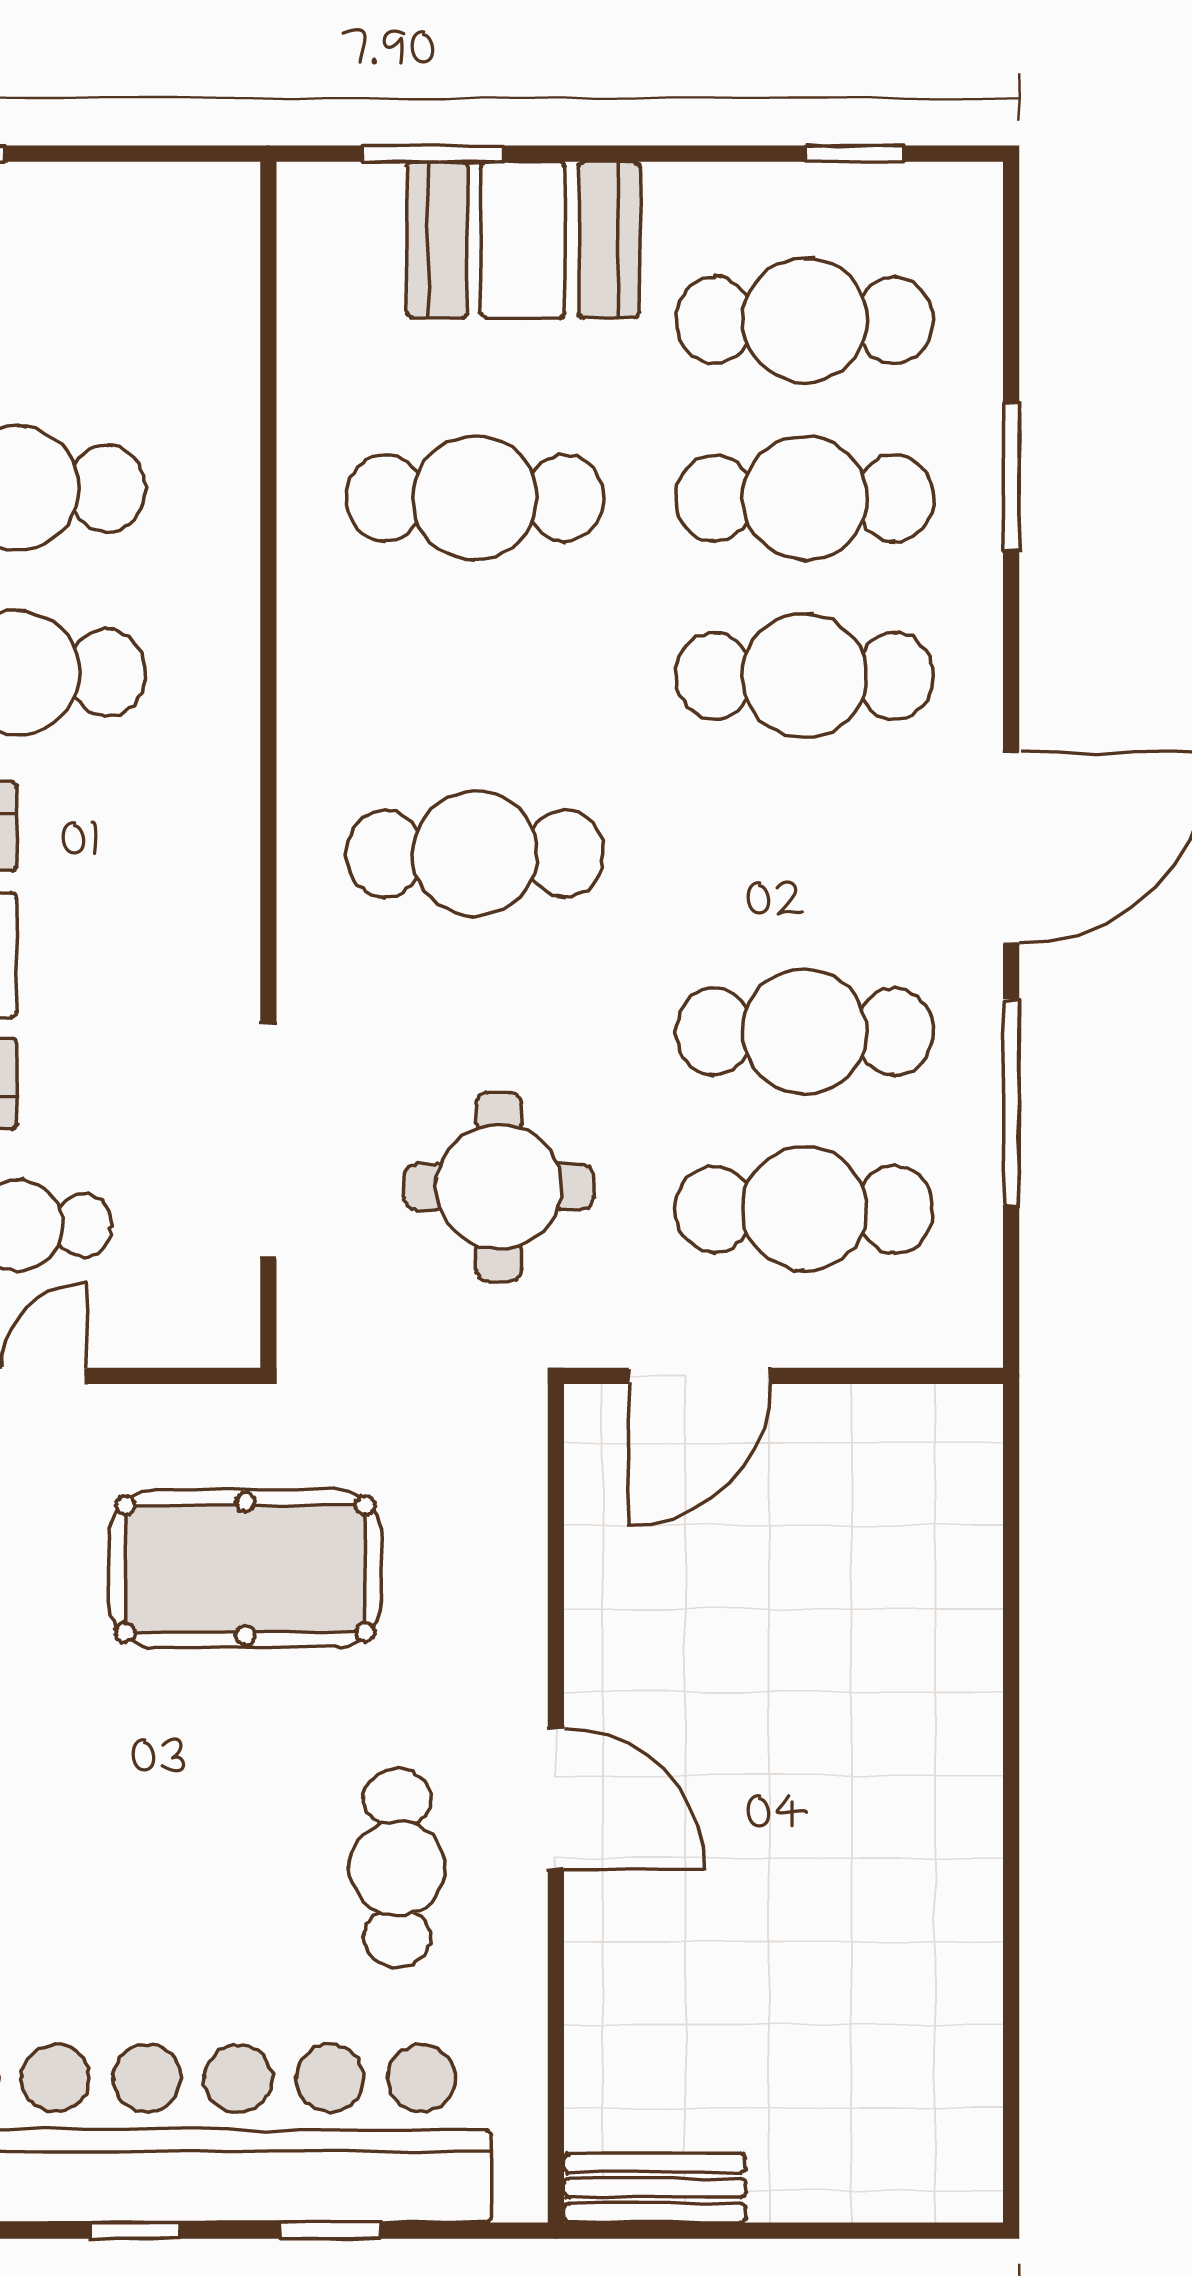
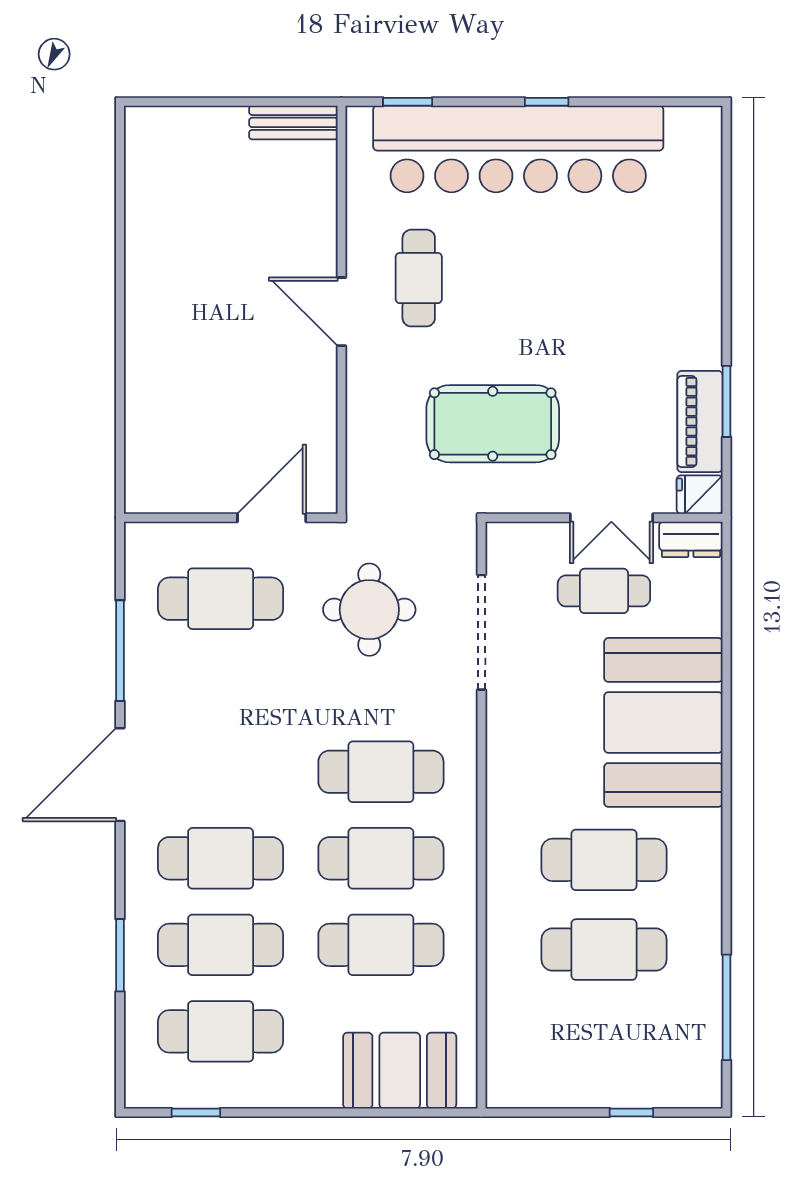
window: (433, 154) -> (401, 1112), removed
booth: (523, 240) -> (400, 1071), moved
cafe table: (804, 1031) -> (381, 858), moved
window: (330, 2231) -> (408, 102), moved

